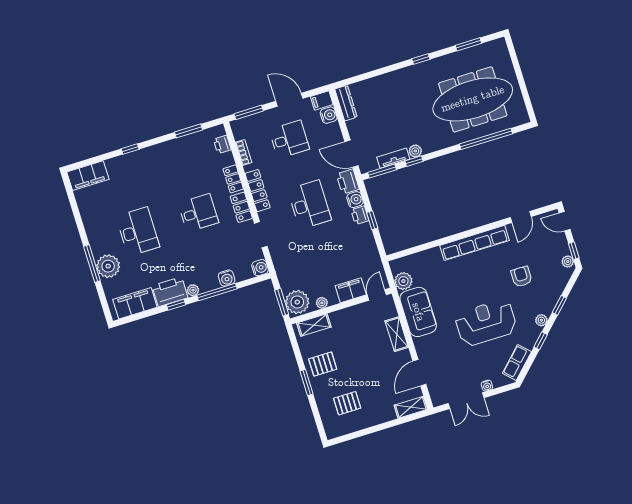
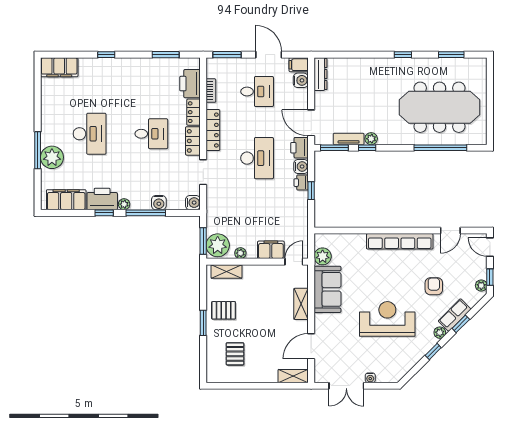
printer: (222, 144) -> (190, 84), width x1.87, depth x1.48
row of seats: (517, 362) -> (455, 315), moved
pallet: (347, 403) -> (235, 354), turned 90

